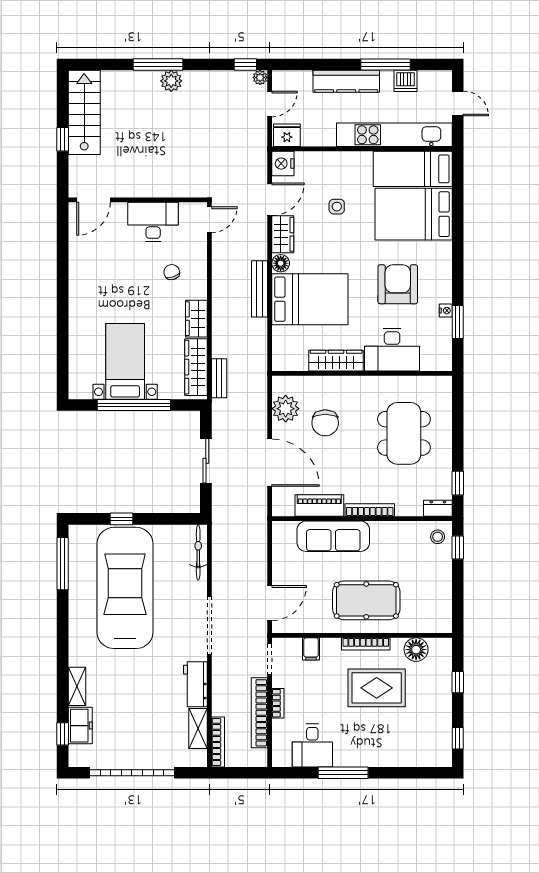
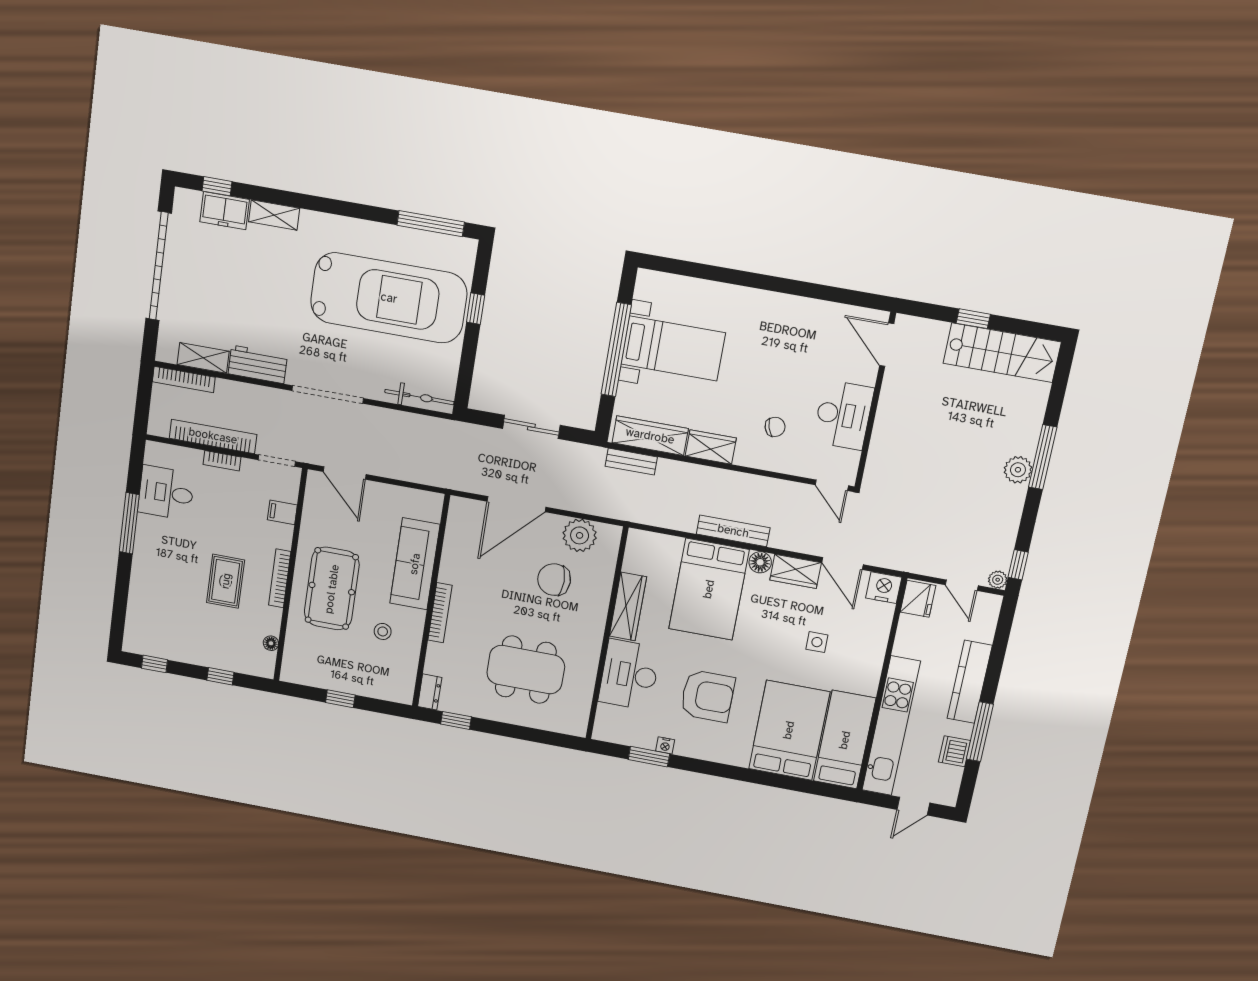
piano: (319, 505) -> (455, 554), removed
stool: (438, 537) -> (383, 631), moved
window: (458, 548) -> (340, 699), moved
floor lamp: (416, 650) -> (271, 643), width x0.53, depth x0.53
rug: (377, 688) -> (226, 581), width x0.73, depth x0.70

